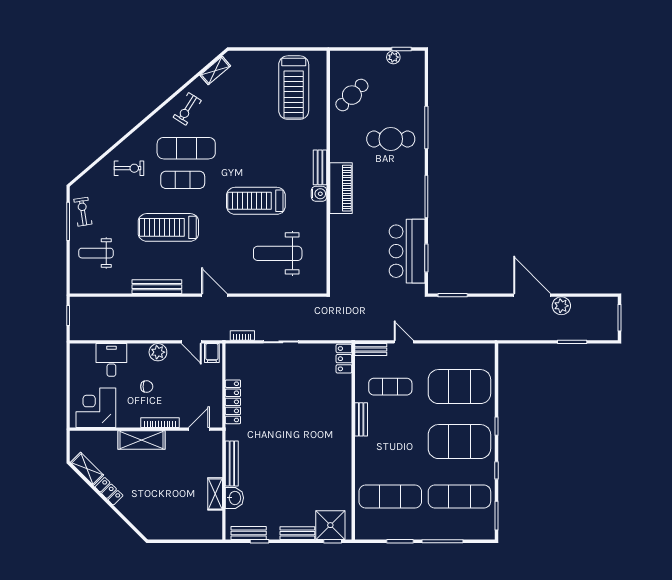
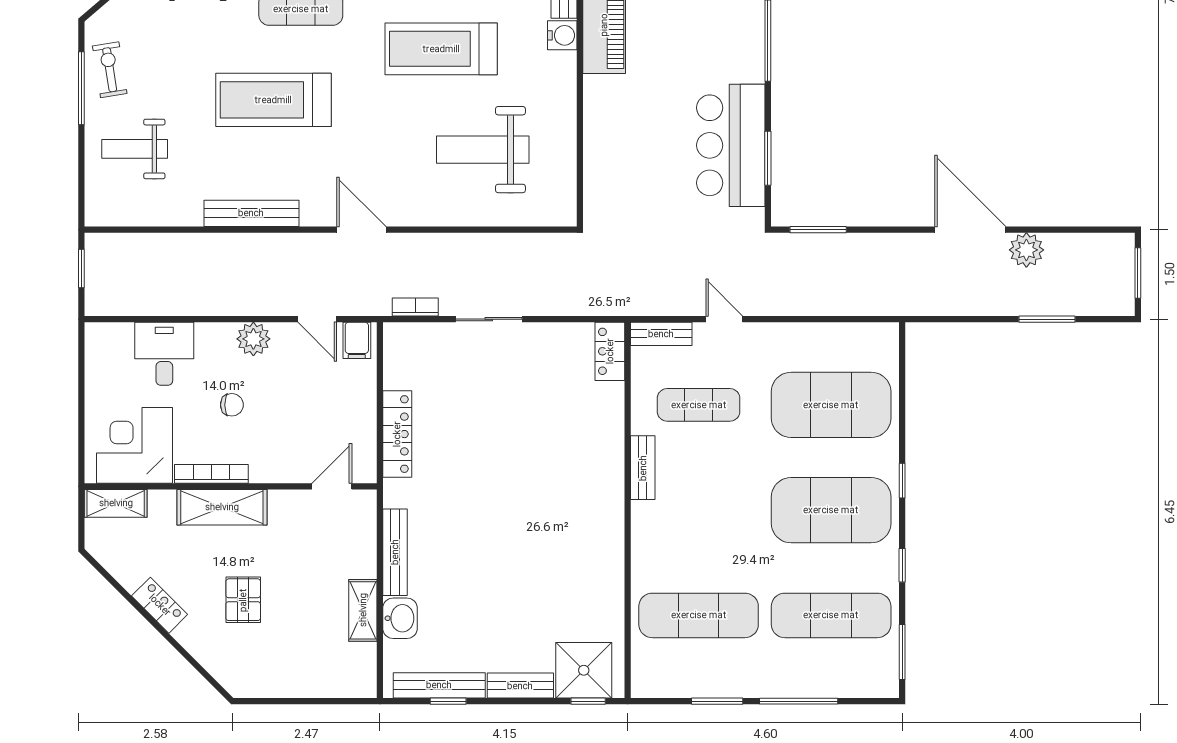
bookcase: (160, 423) -> (211, 474), moved
shelving: (87, 469) -> (116, 503), moved, turned -45
pallet: (153, 488) -> (243, 600), added
bench: (249, 533) -> (439, 685), width x1.36

